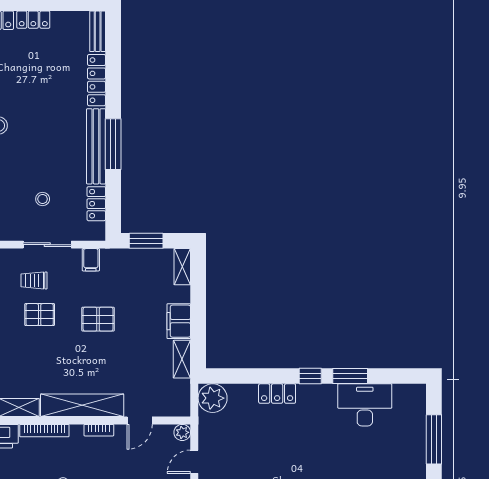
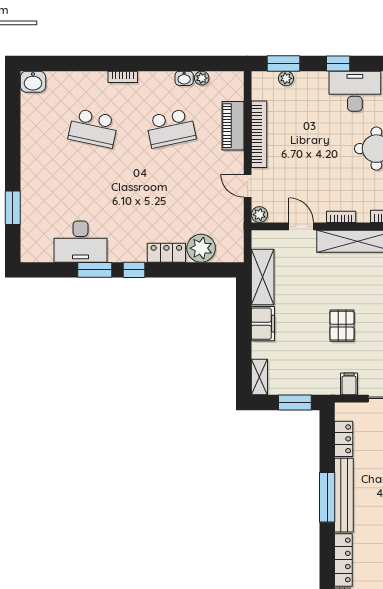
pallet: (98, 319) -> (342, 326), turned 90
shelving: (182, 359) -> (263, 277), width x1.50, depth x1.33
plant: (213, 398) -> (201, 248), moved
door: (140, 420) -> (301, 226), hinge flipped
window: (434, 439) -> (13, 208), width x0.69
door: (194, 462) -> (248, 186), swing flipped

